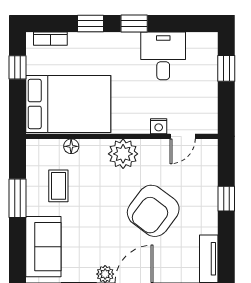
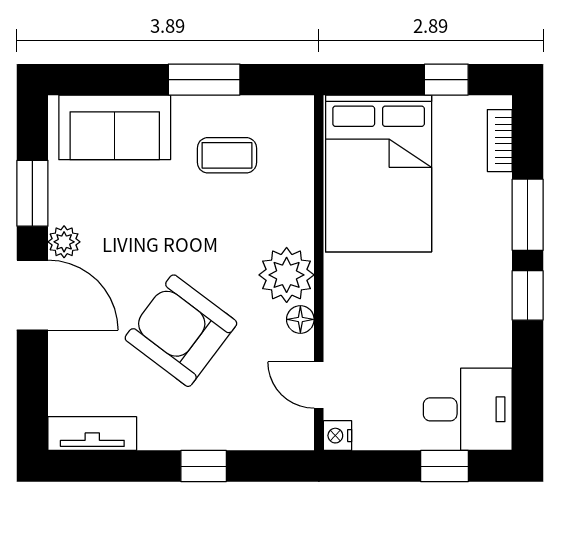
window: (90, 23) -> (528, 215), width x1.50
desk: (163, 56) -> (468, 409), moved
nightstand: (159, 126) -> (338, 436), moved
floor lamp: (71, 146) -> (300, 319), moved

